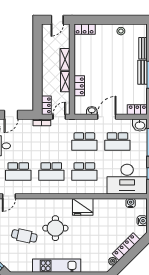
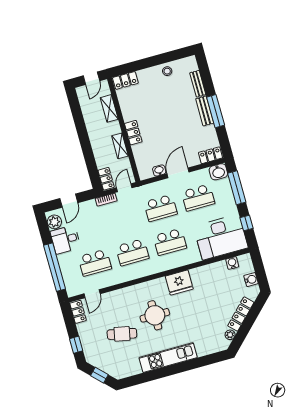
shelving: (65, 59) -> (109, 108), moved
locker: (79, 86) -> (133, 133), moved

